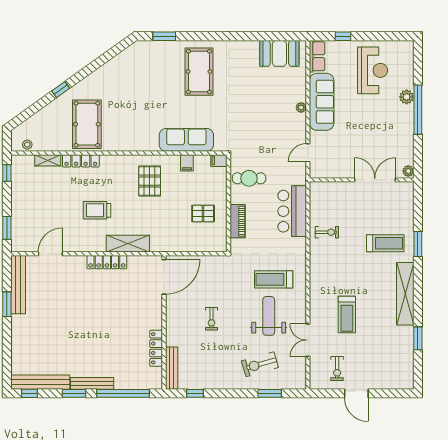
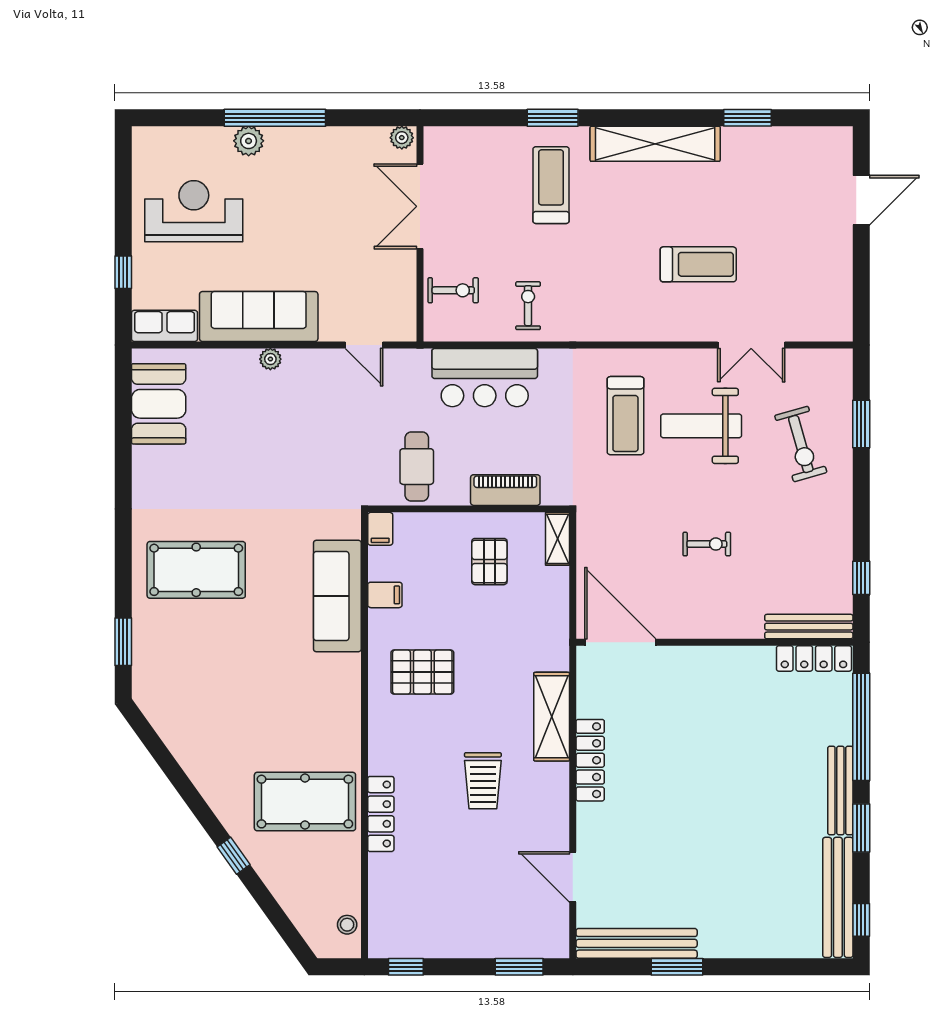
shelving: (48, 160) -> (558, 539), moved
locker: (156, 348) -> (814, 658), moved
exercise bike: (337, 368) -> (453, 290), moved
door: (356, 393) -> (861, 200), moved

